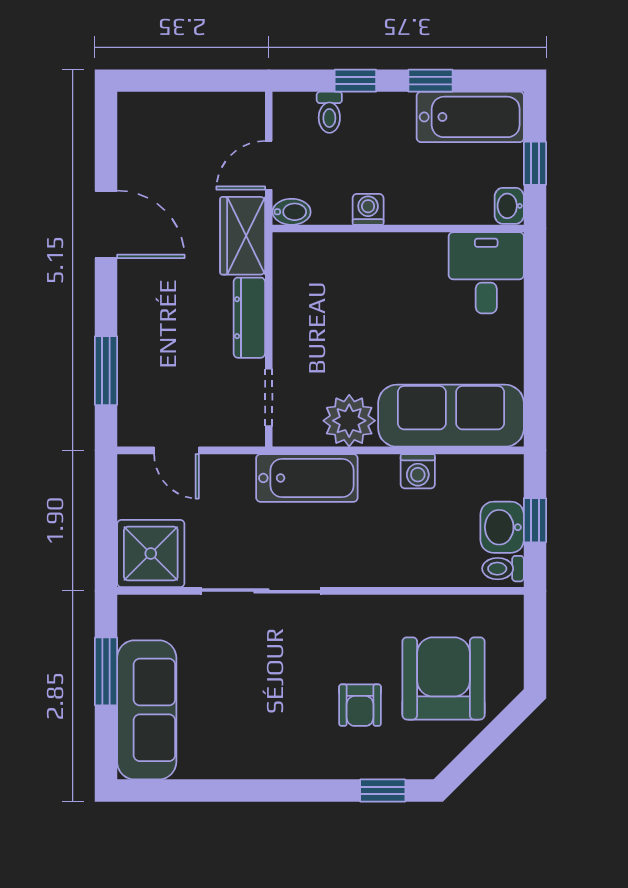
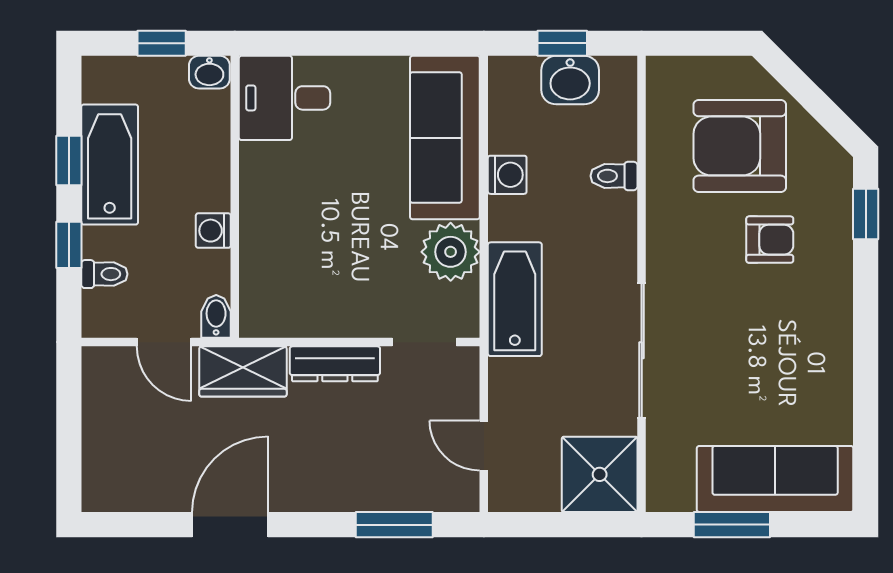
bathtub: (470, 117) -> (110, 165), moved
door: (177, 450) -> (484, 446), swing flipped
toilet: (503, 569) -> (614, 176), moved, turned 90

